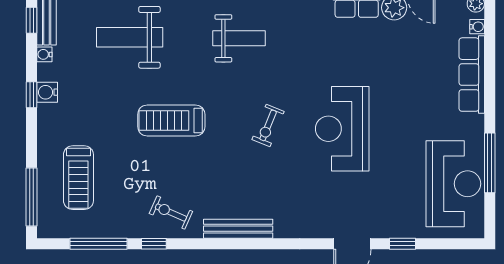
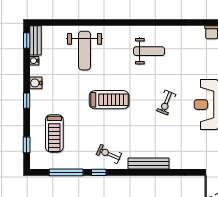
weight bench: (130, 37) -> (84, 51), turned -90
window: (32, 95) -> (27, 101), moved
treadmill: (171, 121) -> (109, 100), turned 180
window: (32, 197) -> (27, 145), width x0.46

